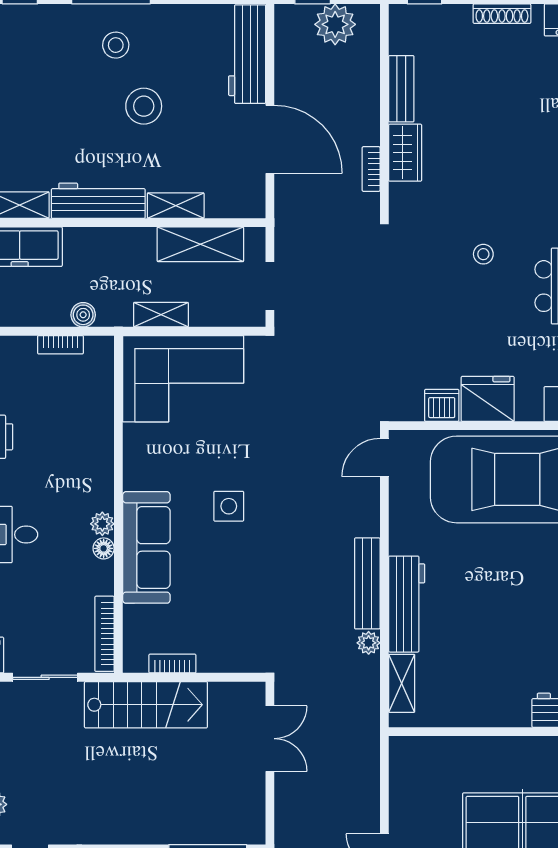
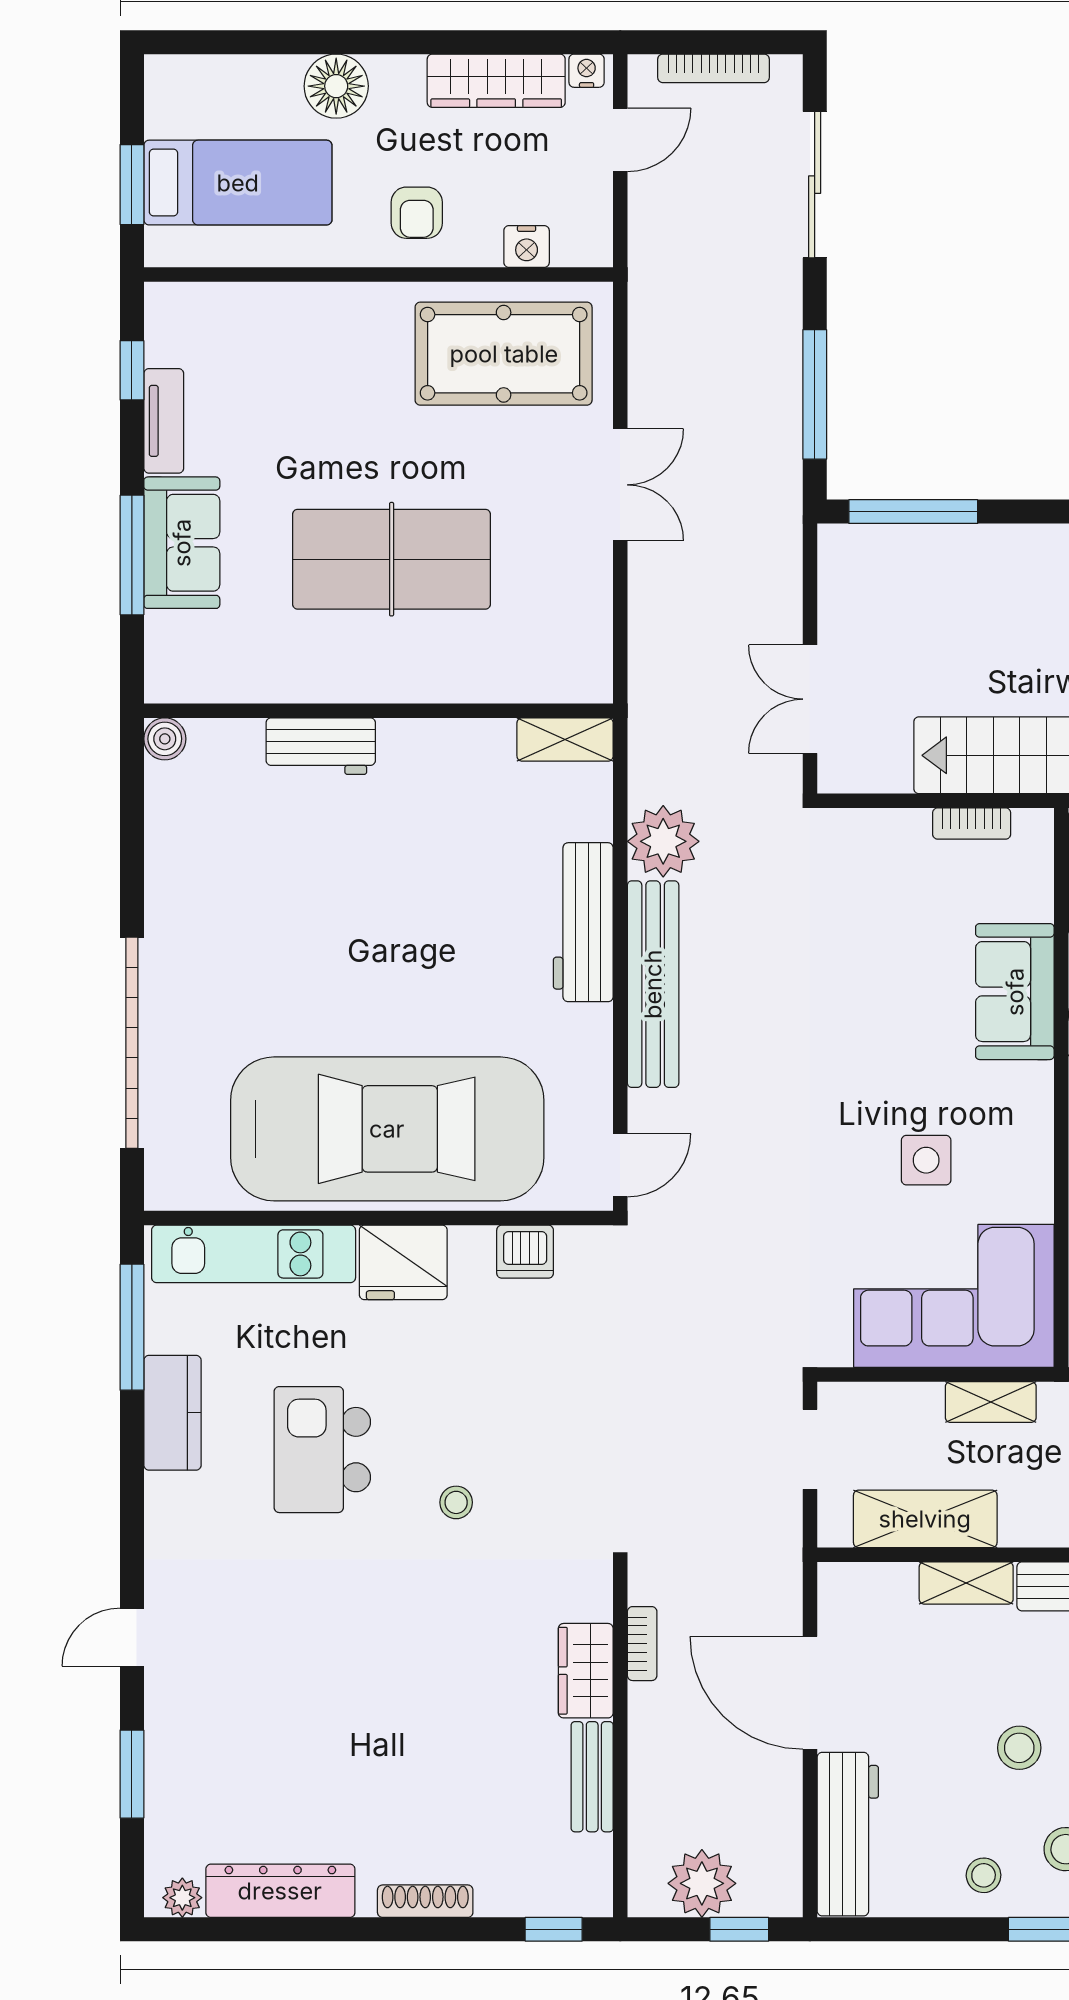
stool: (165, 29) -> (984, 1875), added
stool: (144, 106) -> (1019, 1748), width x0.73, depth x0.73
fridge: (488, 399) -> (403, 1262), moved
side table: (229, 506) -> (926, 1160), moved
sofa: (146, 547) -> (1015, 992), width x0.73
bench: (367, 583) -> (653, 984), width x1.37, depth x1.21
plant: (369, 643) -> (663, 841), width x1.88, depth x1.88
shelving: (402, 683) -> (565, 739), moved, turned 90

